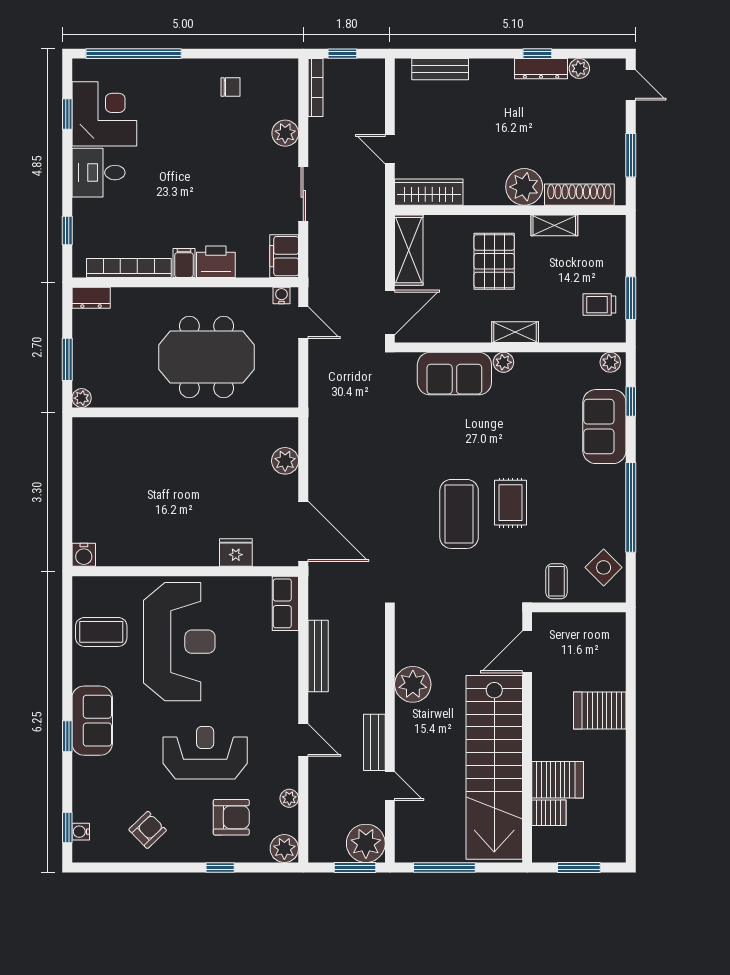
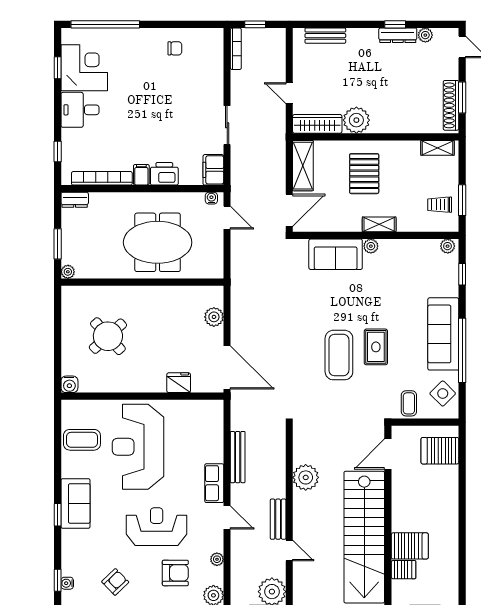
plant: (285, 133) -> (214, 82), removed
plant: (524, 187) -> (356, 120), moved
shoe rack: (579, 195) -> (451, 105), moved, turned -90
shelving: (554, 225) -> (437, 148), moved
sofa: (604, 427) -> (443, 334), moved, width x1.36
round table: (137, 488) -> (108, 336), added
row of seats: (285, 603) -> (214, 483), moved
reception desk: (179, 642) -> (138, 447), turned 180
server rack: (600, 710) -> (440, 451), moved

